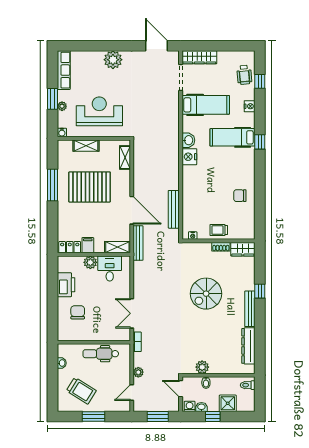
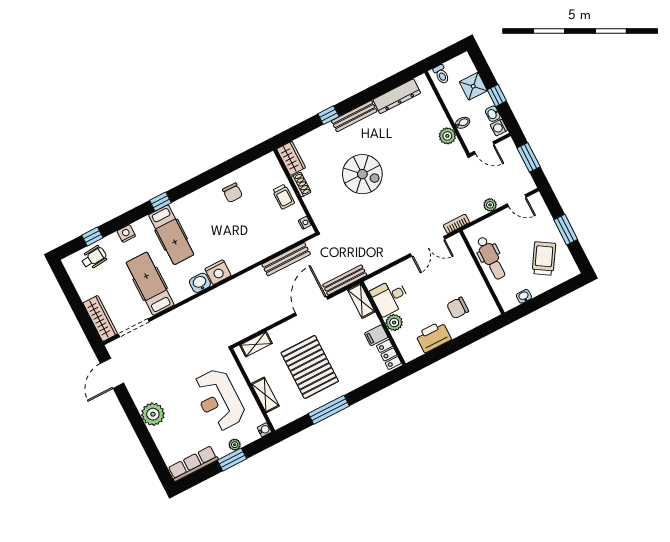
door: (181, 389) -> (484, 148), hinge flipped

